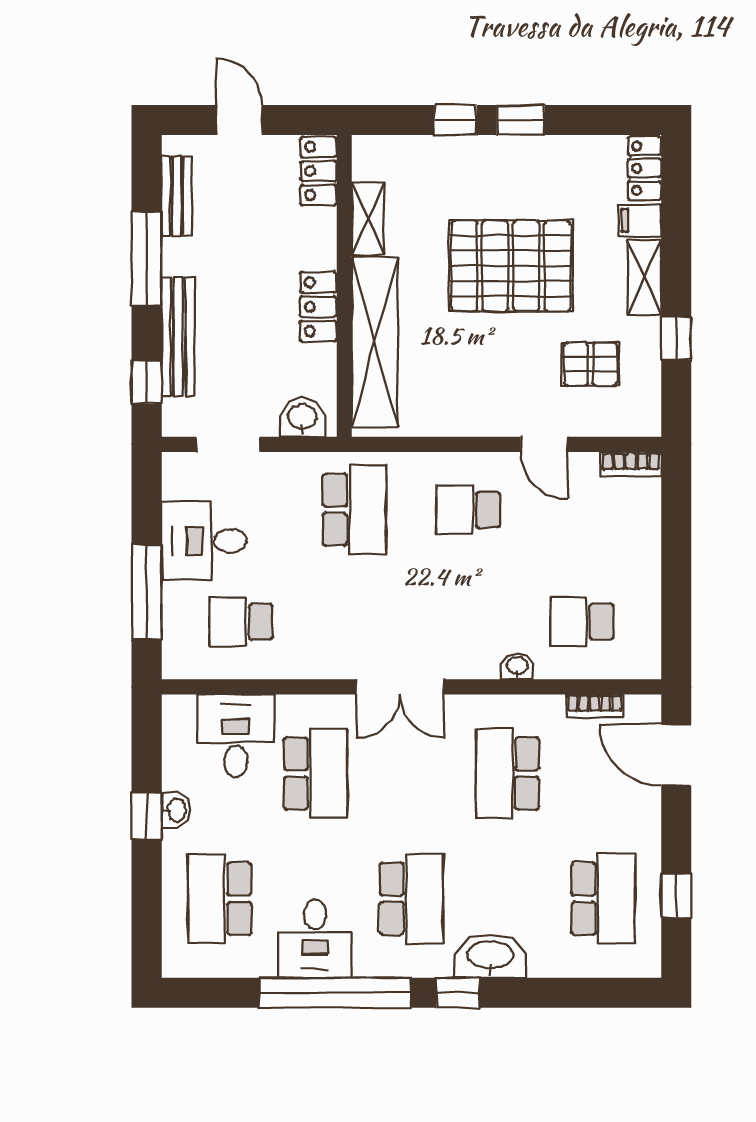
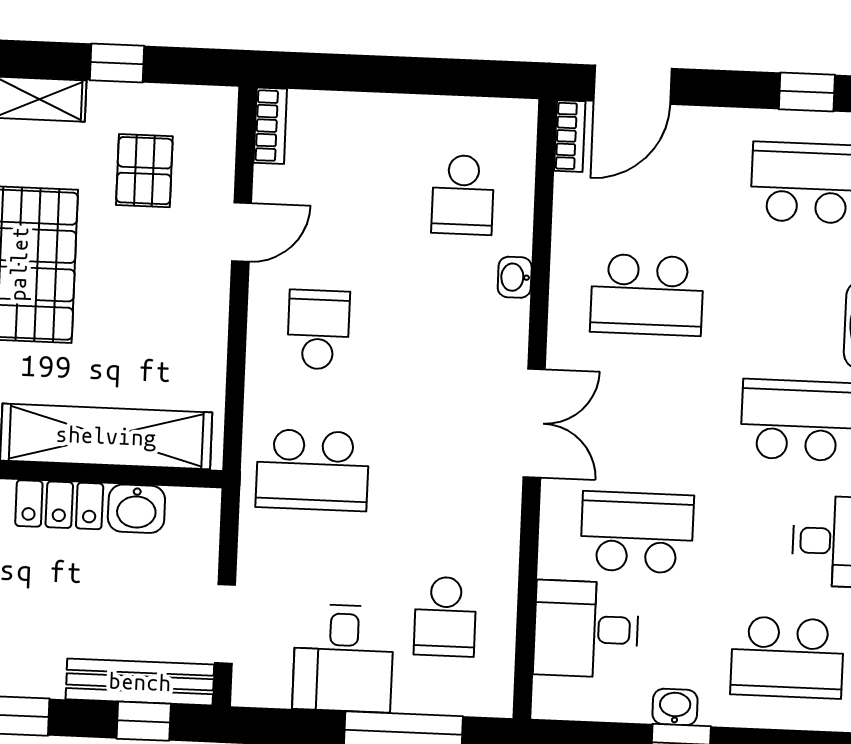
bench: (178, 337) -> (140, 682), moved
washbasin: (302, 418) -> (136, 509), moved, turned -90
school desk: (355, 510) -> (312, 470), turned 180
school desk: (468, 510) -> (318, 330), turned 180
bookcase: (595, 706) -> (570, 136), moved

